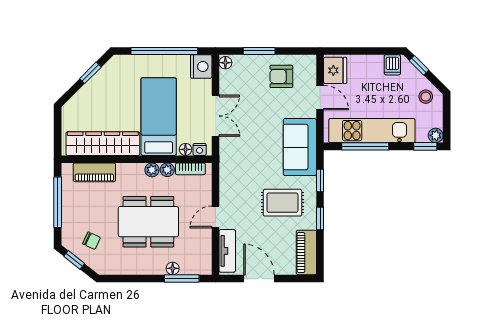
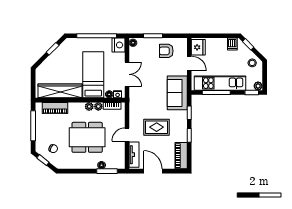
rug: (282, 203) -> (157, 127), moved

